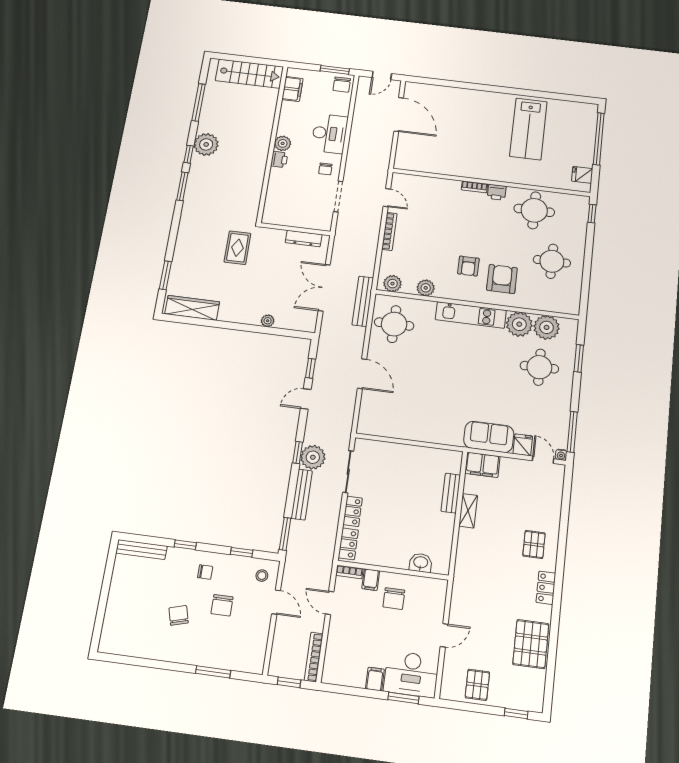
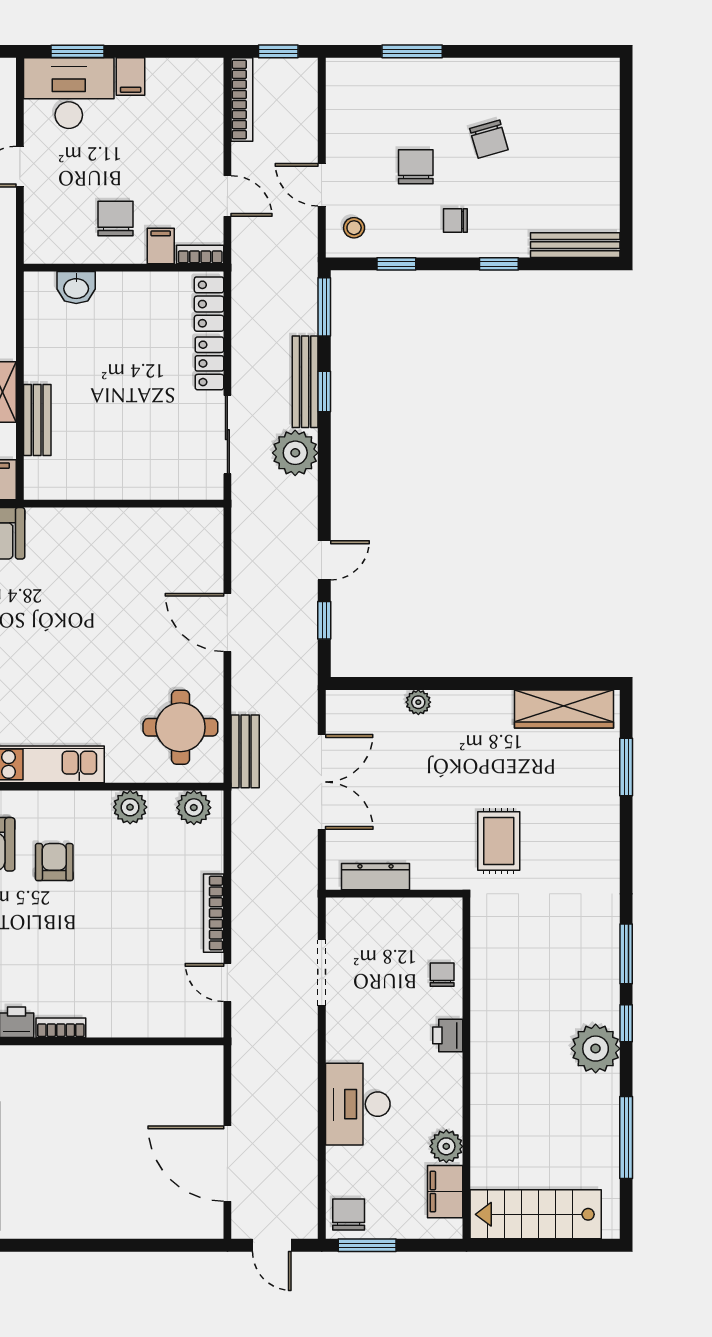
door: (382, 75) -> (272, 1245), swing flipped
plant: (283, 143) -> (446, 1146), moved
chair: (325, 169) -> (442, 975), moved
bench: (363, 301) -> (245, 751), width x0.73
window: (298, 452) -> (324, 392), moved

